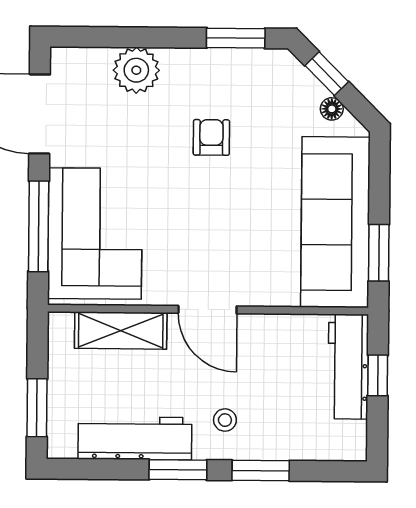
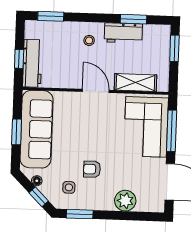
side table: (261, 96) -> (69, 187), added
armchair: (211, 137) -> (92, 169), turned 90
window: (379, 253) -> (17, 132), moved
workbench: (135, 438) -> (123, 33), width x0.73
window: (178, 470) -> (134, 19), moved
window: (261, 471) -> (51, 16), moved

